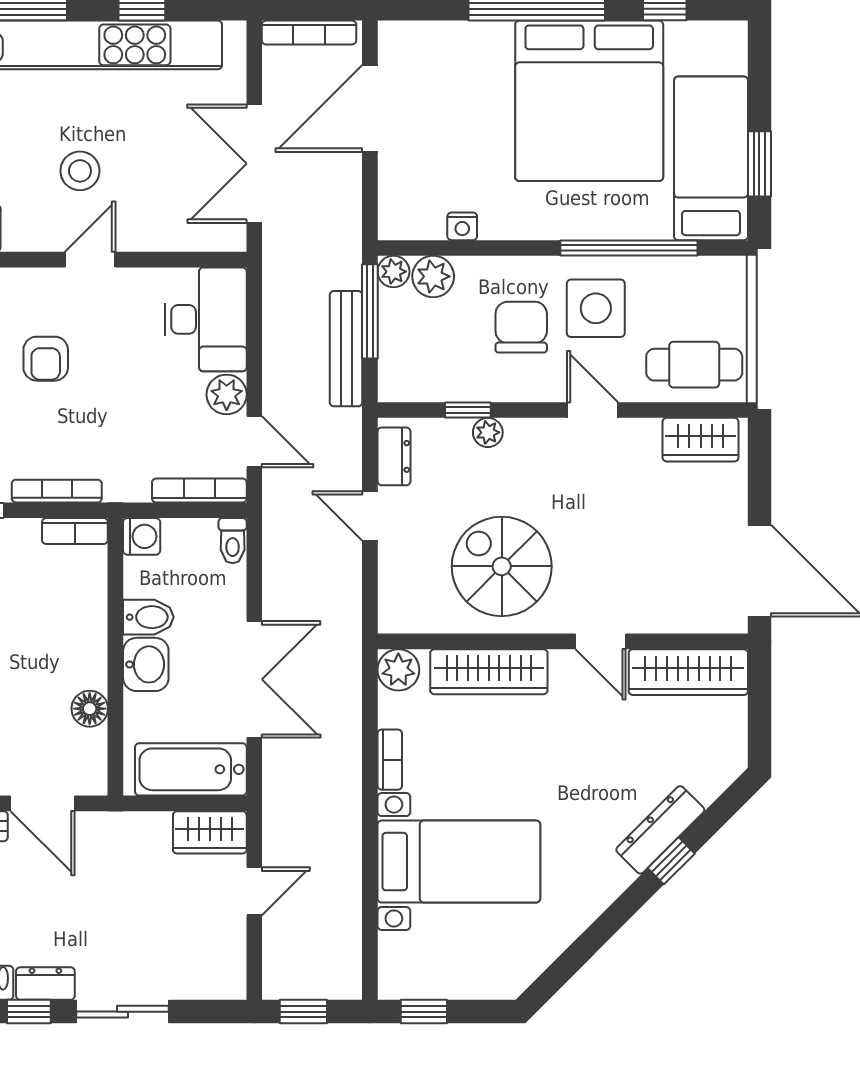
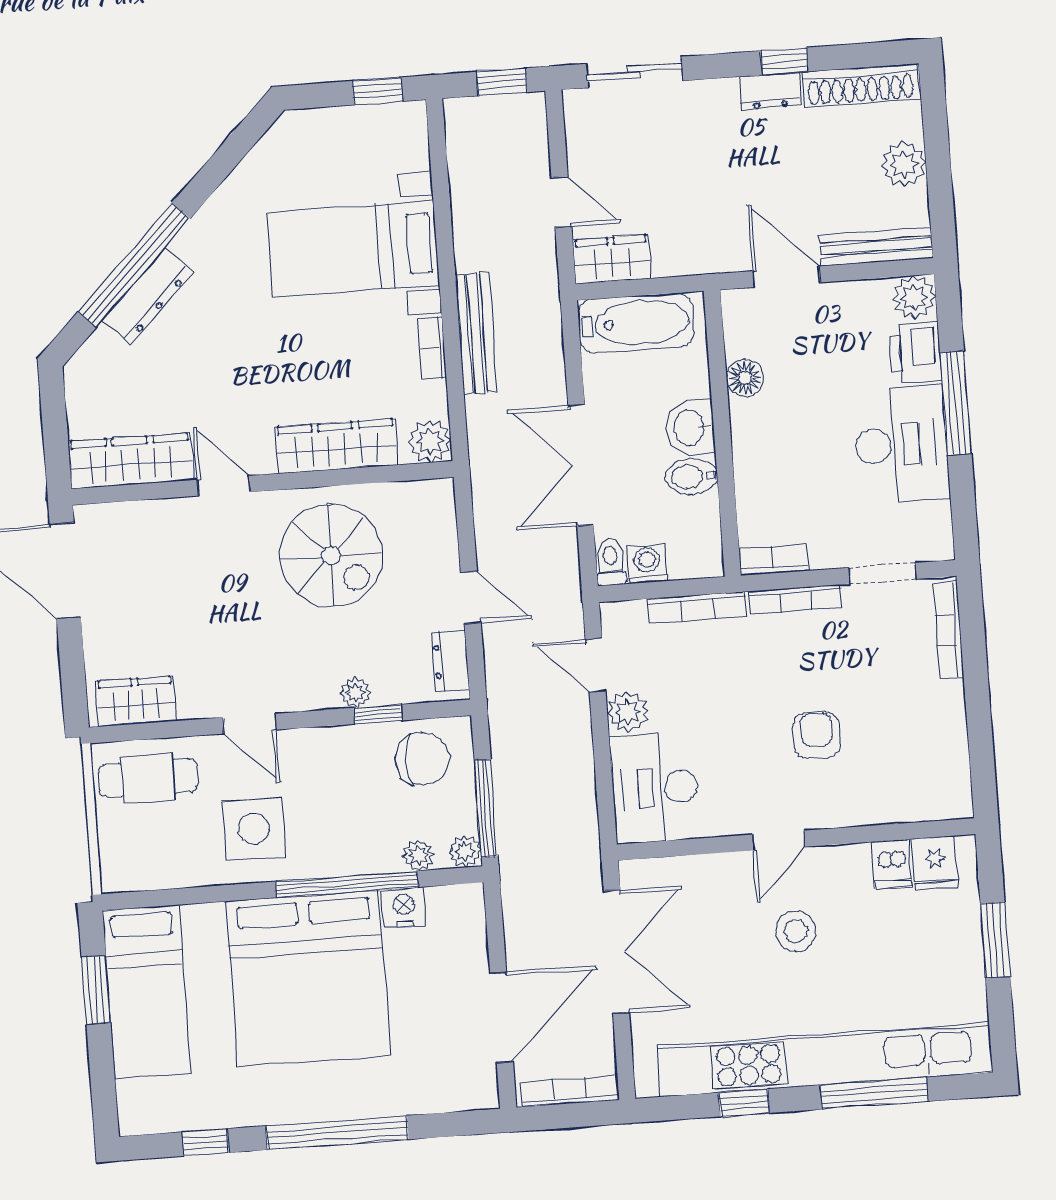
bed: (589, 101) -> (308, 978), moved, turned 180
nightstand: (462, 226) -> (404, 908), width x1.39, depth x1.35
window: (629, 248) -> (347, 884), moved
plant: (433, 276) -> (418, 855), width x0.73, depth x0.73
chair: (521, 327) -> (422, 759), moved, turned -90
bench: (346, 349) -> (476, 334), moved
bookcase: (199, 490) -> (697, 607), moved
washing machine: (142, 536) -> (647, 563), moved, turned 90
double door: (254, 679) -> (581, 465), moved
window: (671, 861) -> (134, 265), width x3.17
door: (254, 891) -> (561, 202), swing flipped
sliding door: (122, 1012) -> (635, 72), moved

